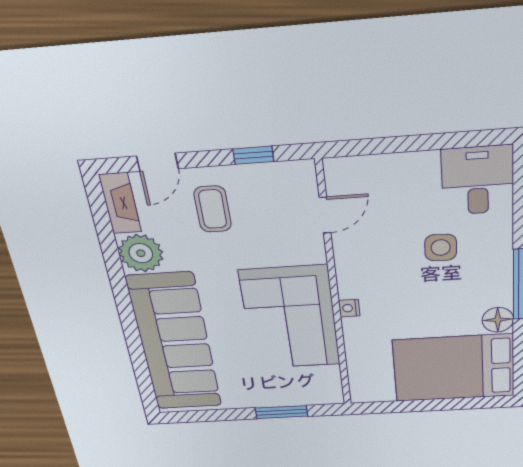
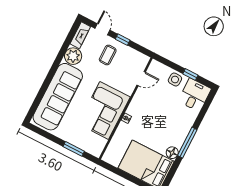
window: (438, 142) -> (190, 74), added
window: (253, 155) -> (123, 40), moved
door: (157, 162) -> (102, 29), swing flipped
side table: (441, 248) -> (175, 79), moved

